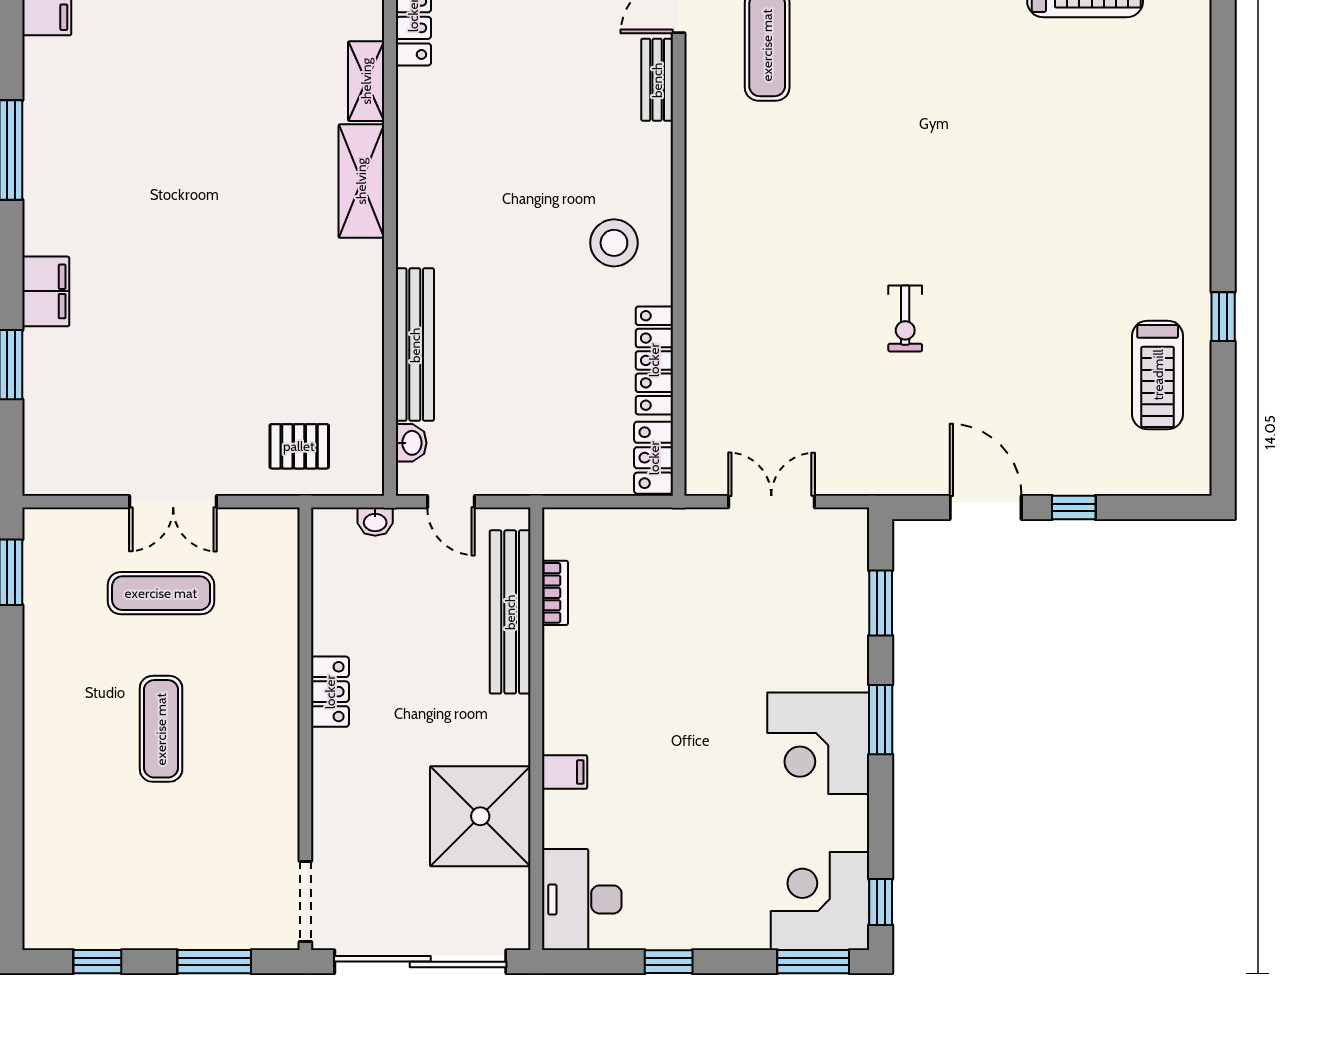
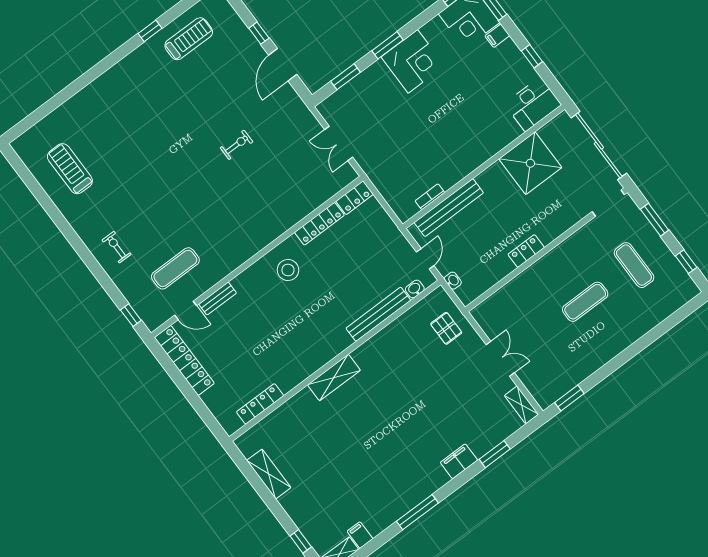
shelving: (366, 81) -> (522, 405), moved, turned 90
exercise mat: (161, 593) -> (634, 265), moved
filing cabinet: (565, 772) -> (497, 36), moved, turned -90

